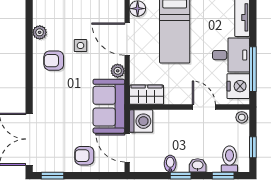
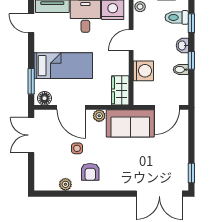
door: (127, 39) -> (71, 107), hinge flipped
washing machine: (141, 121) -> (143, 71), moved, turned 90
armchair: (84, 156) -> (174, 145), removed

